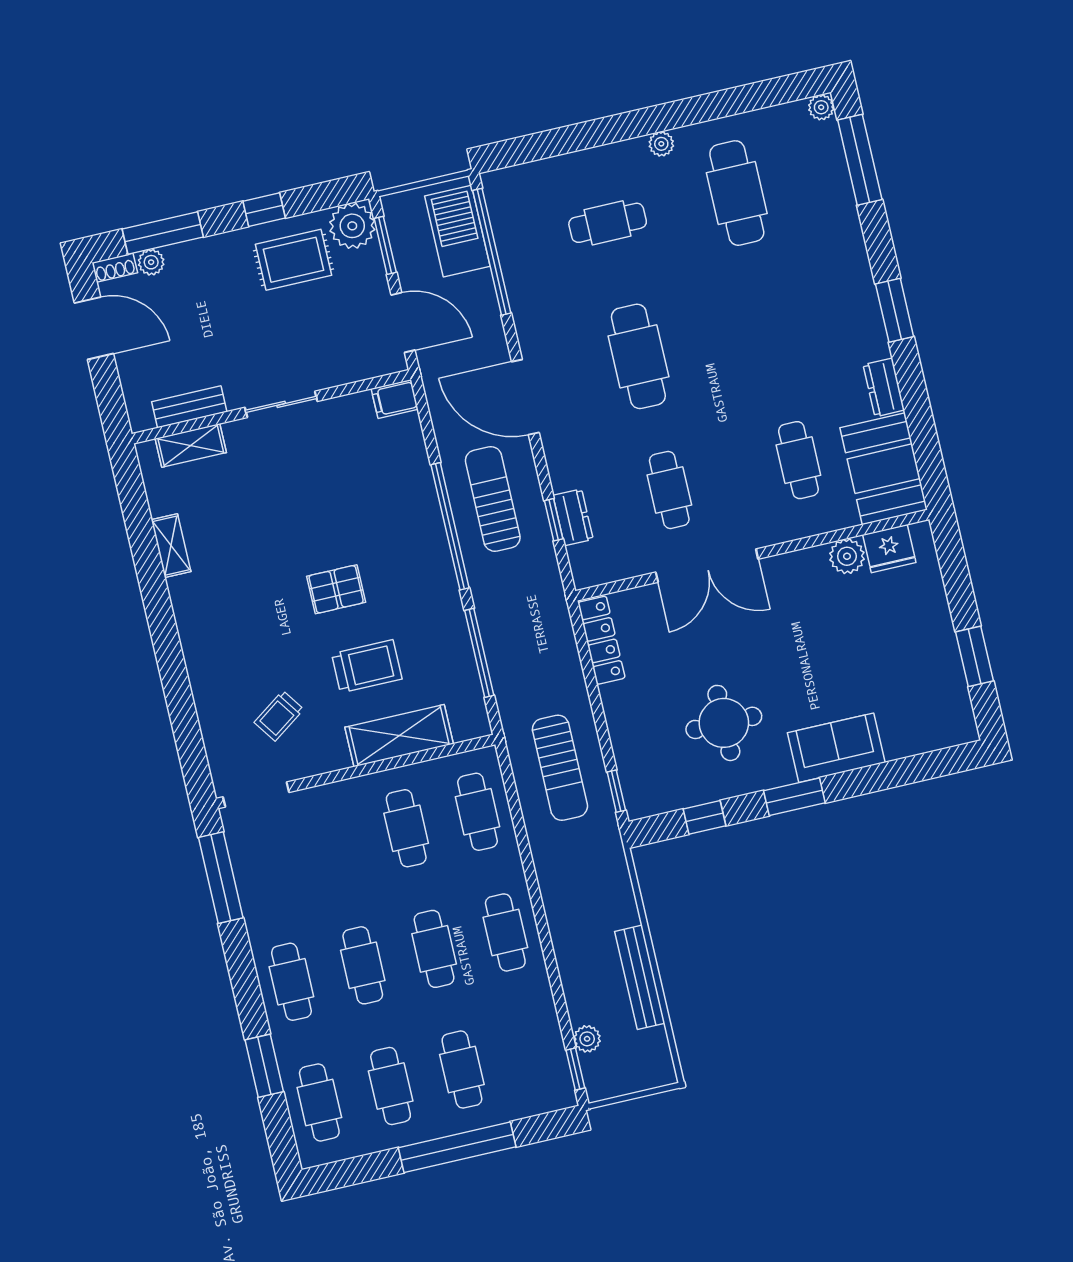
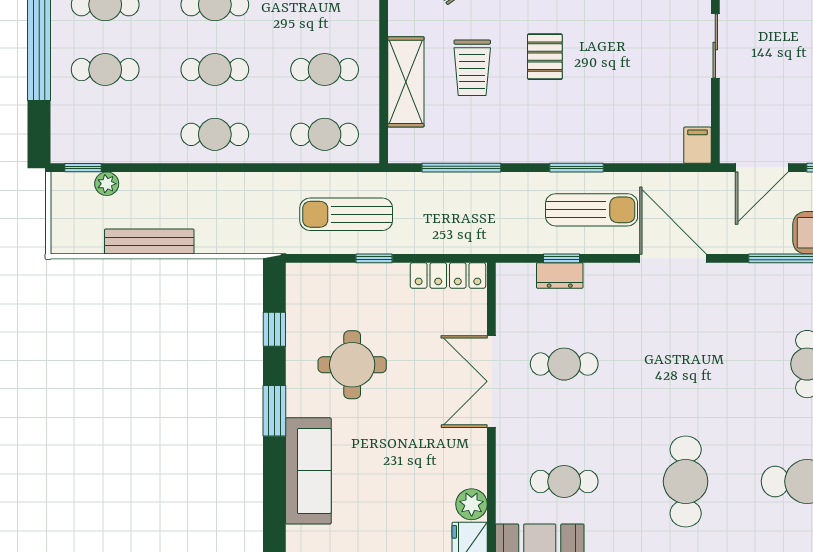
cafe table: (638, 356) -> (686, 481), moved, turned 90
door: (525, 397) -> (673, 258), hinge flipped
window: (450, 526) -> (577, 168), width x0.47
sofa: (836, 748) -> (308, 471), width x1.36
window: (616, 791) -> (374, 258), moved

